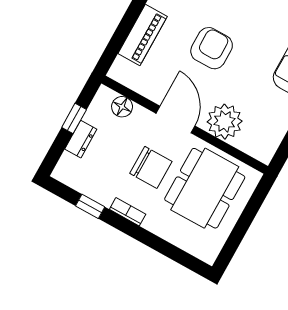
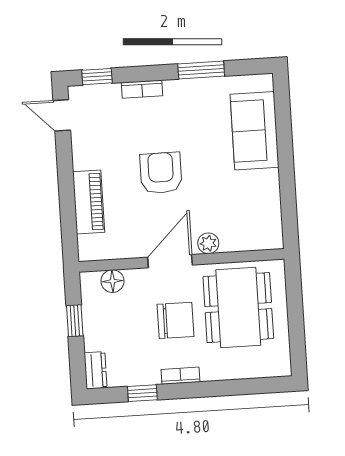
door: (175, 120) -> (170, 261), hinge flipped
plant: (225, 122) -> (208, 243), width x0.53, depth x0.53
dresser: (81, 139) -> (96, 370), moved

